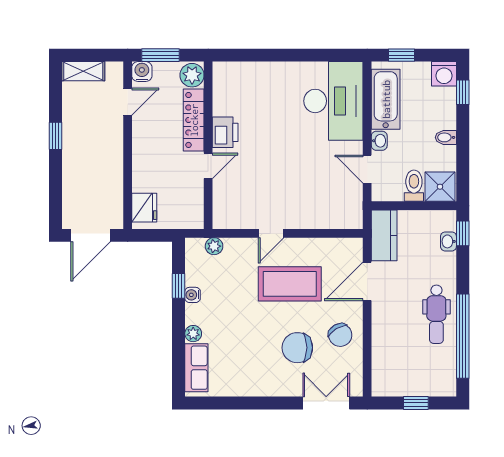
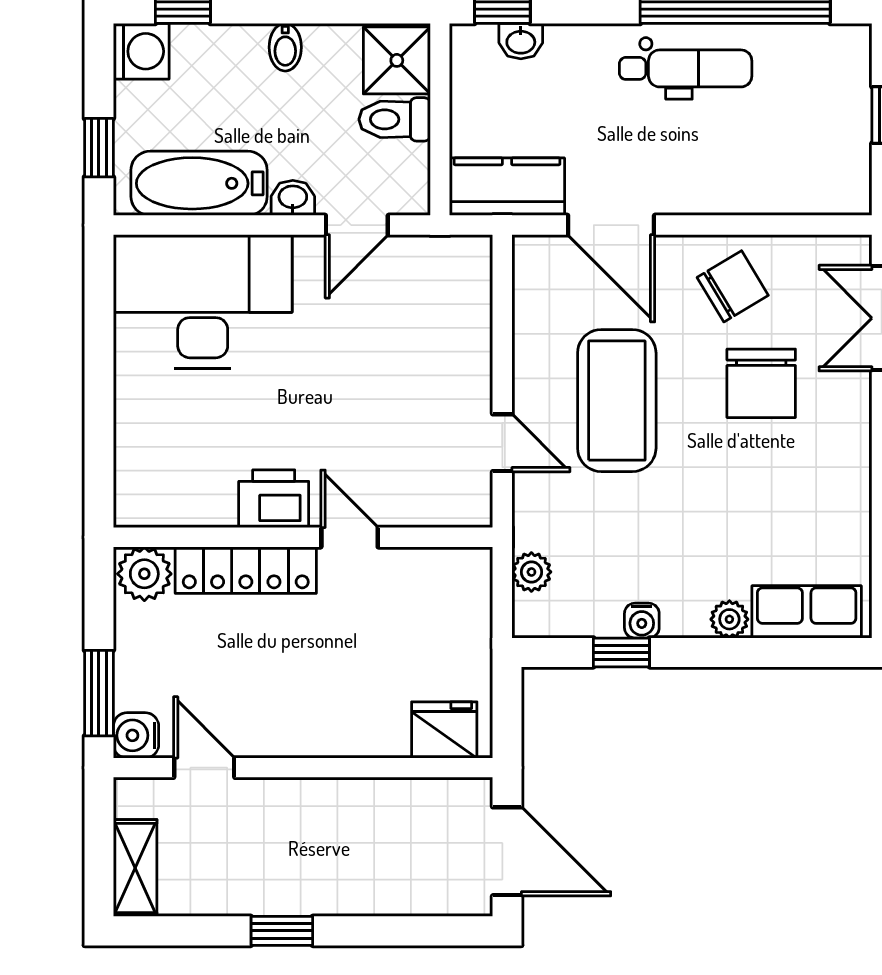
plant: (192, 75) -> (144, 574), moved
locker: (194, 120) -> (246, 570), moved
printer: (225, 132) -> (274, 499), moved
wall: (208, 145) -> (303, 537), moved
door: (208, 166) -> (350, 537), moved

